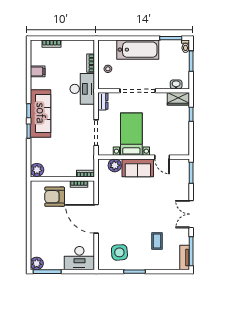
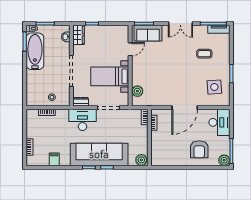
bathtub: (138, 50) -> (35, 51), moved
desk: (82, 89) -> (83, 120), moved
sofa: (40, 113) -> (99, 154), width x1.36, depth x1.27
sofa: (138, 168) -> (148, 33), moved, turned 90
armchair: (55, 197) -> (199, 149), moved

